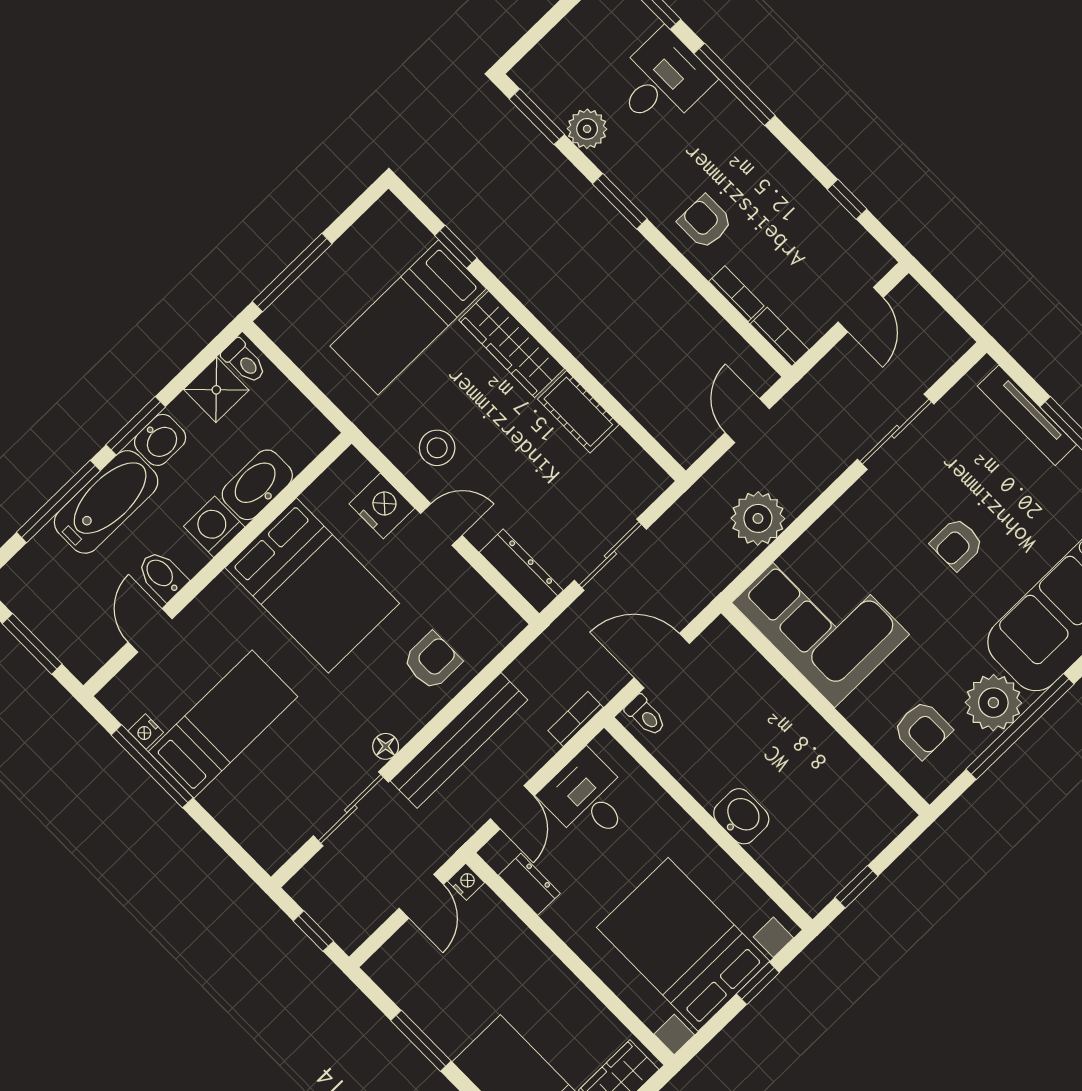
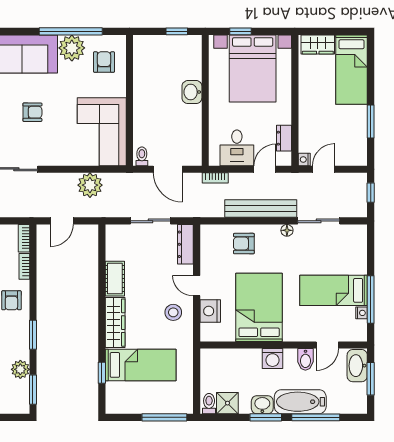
washbasin: (257, 485) -> (357, 366), moved, turned 90
toilet: (646, 716) -> (142, 156), moved

